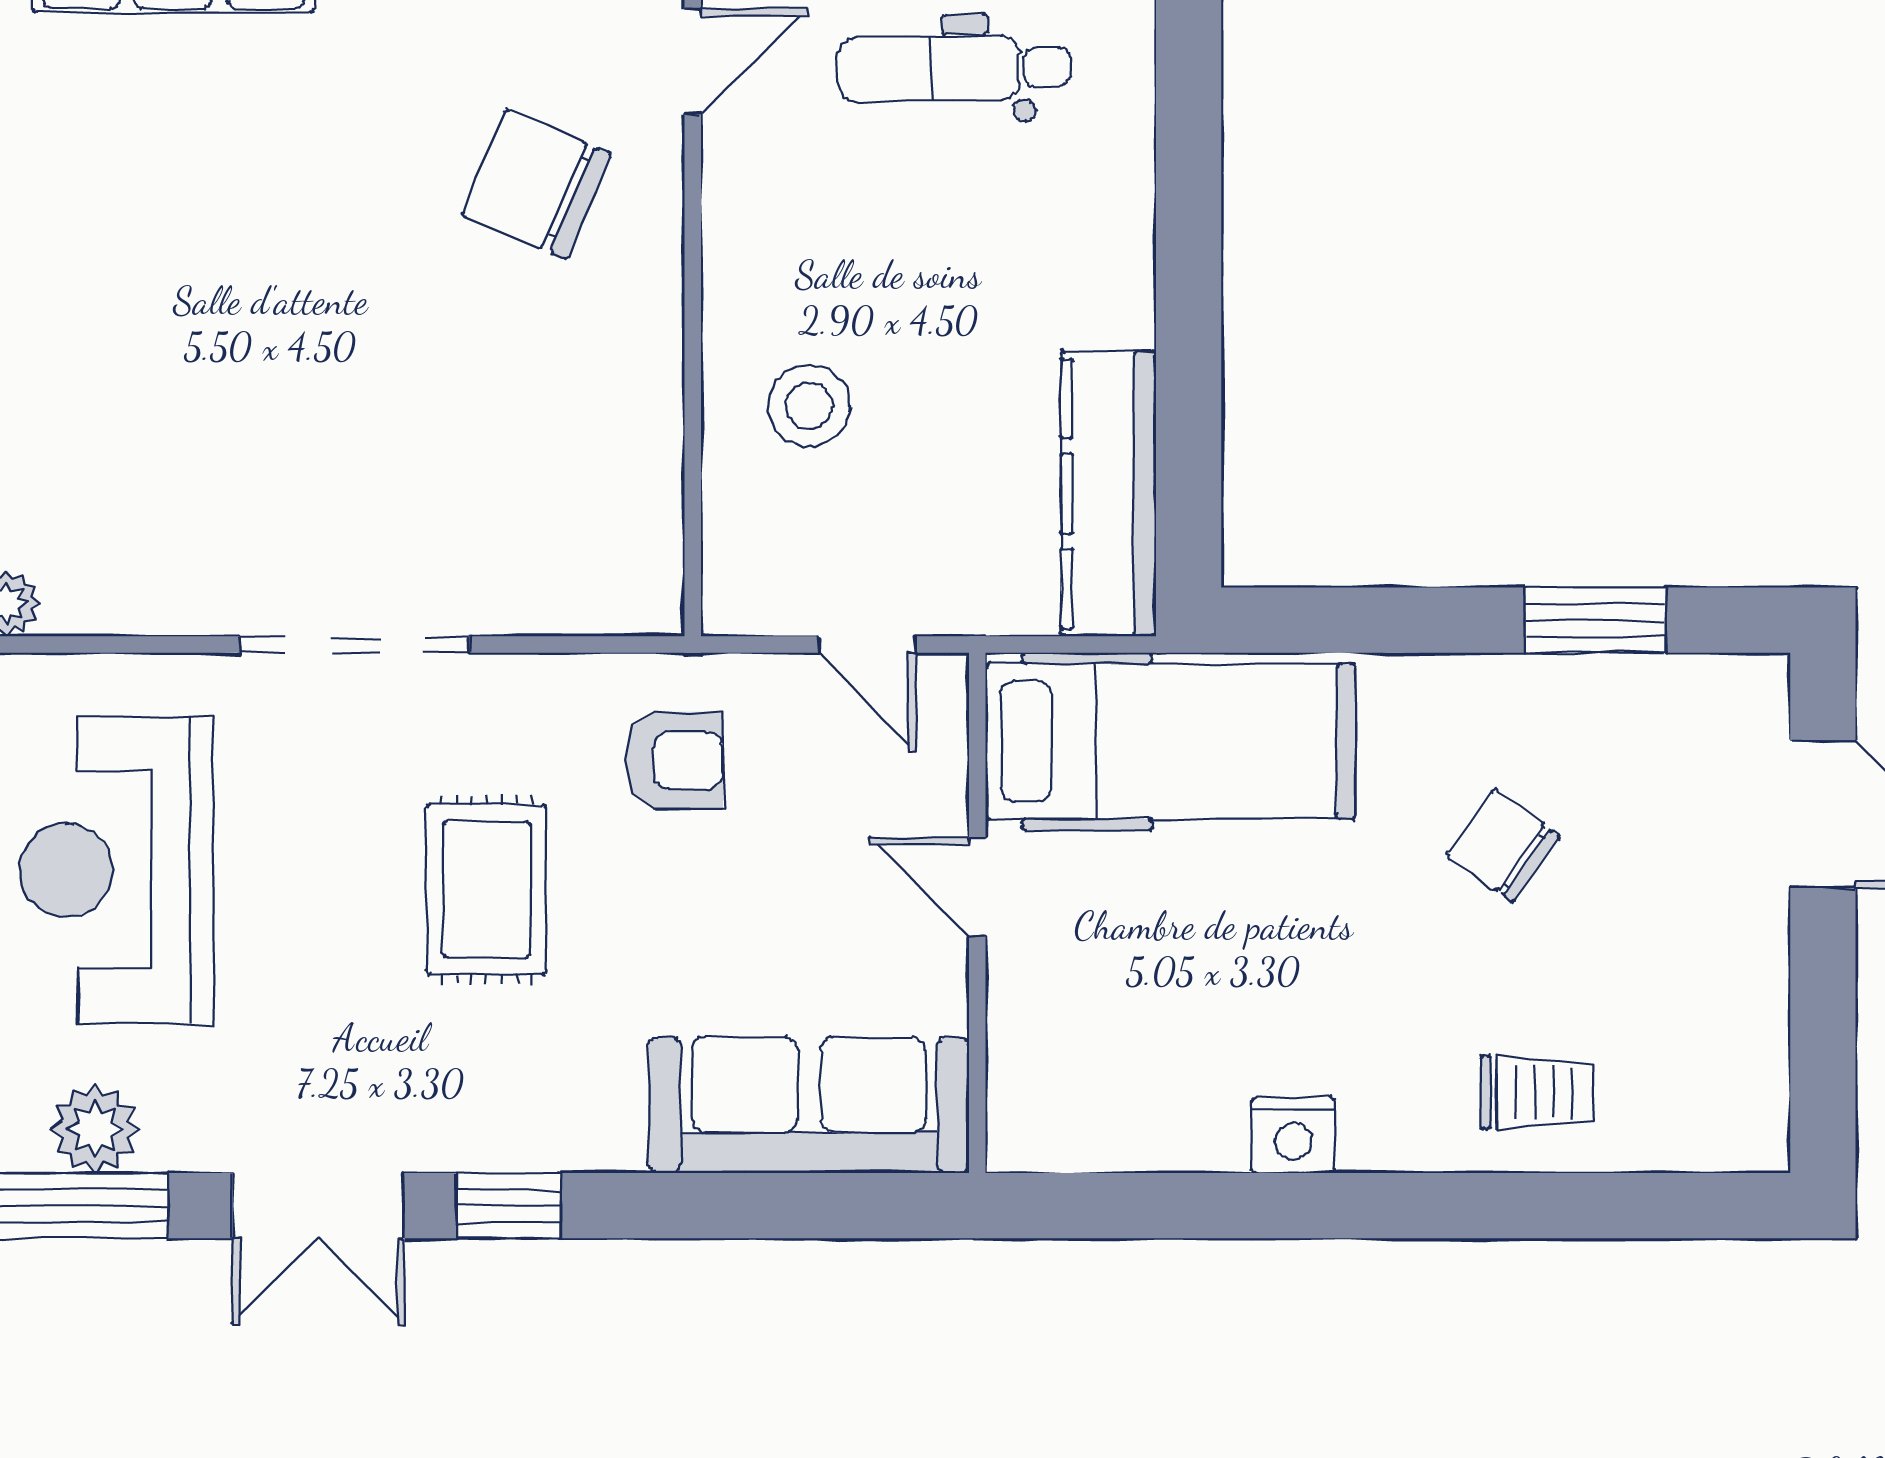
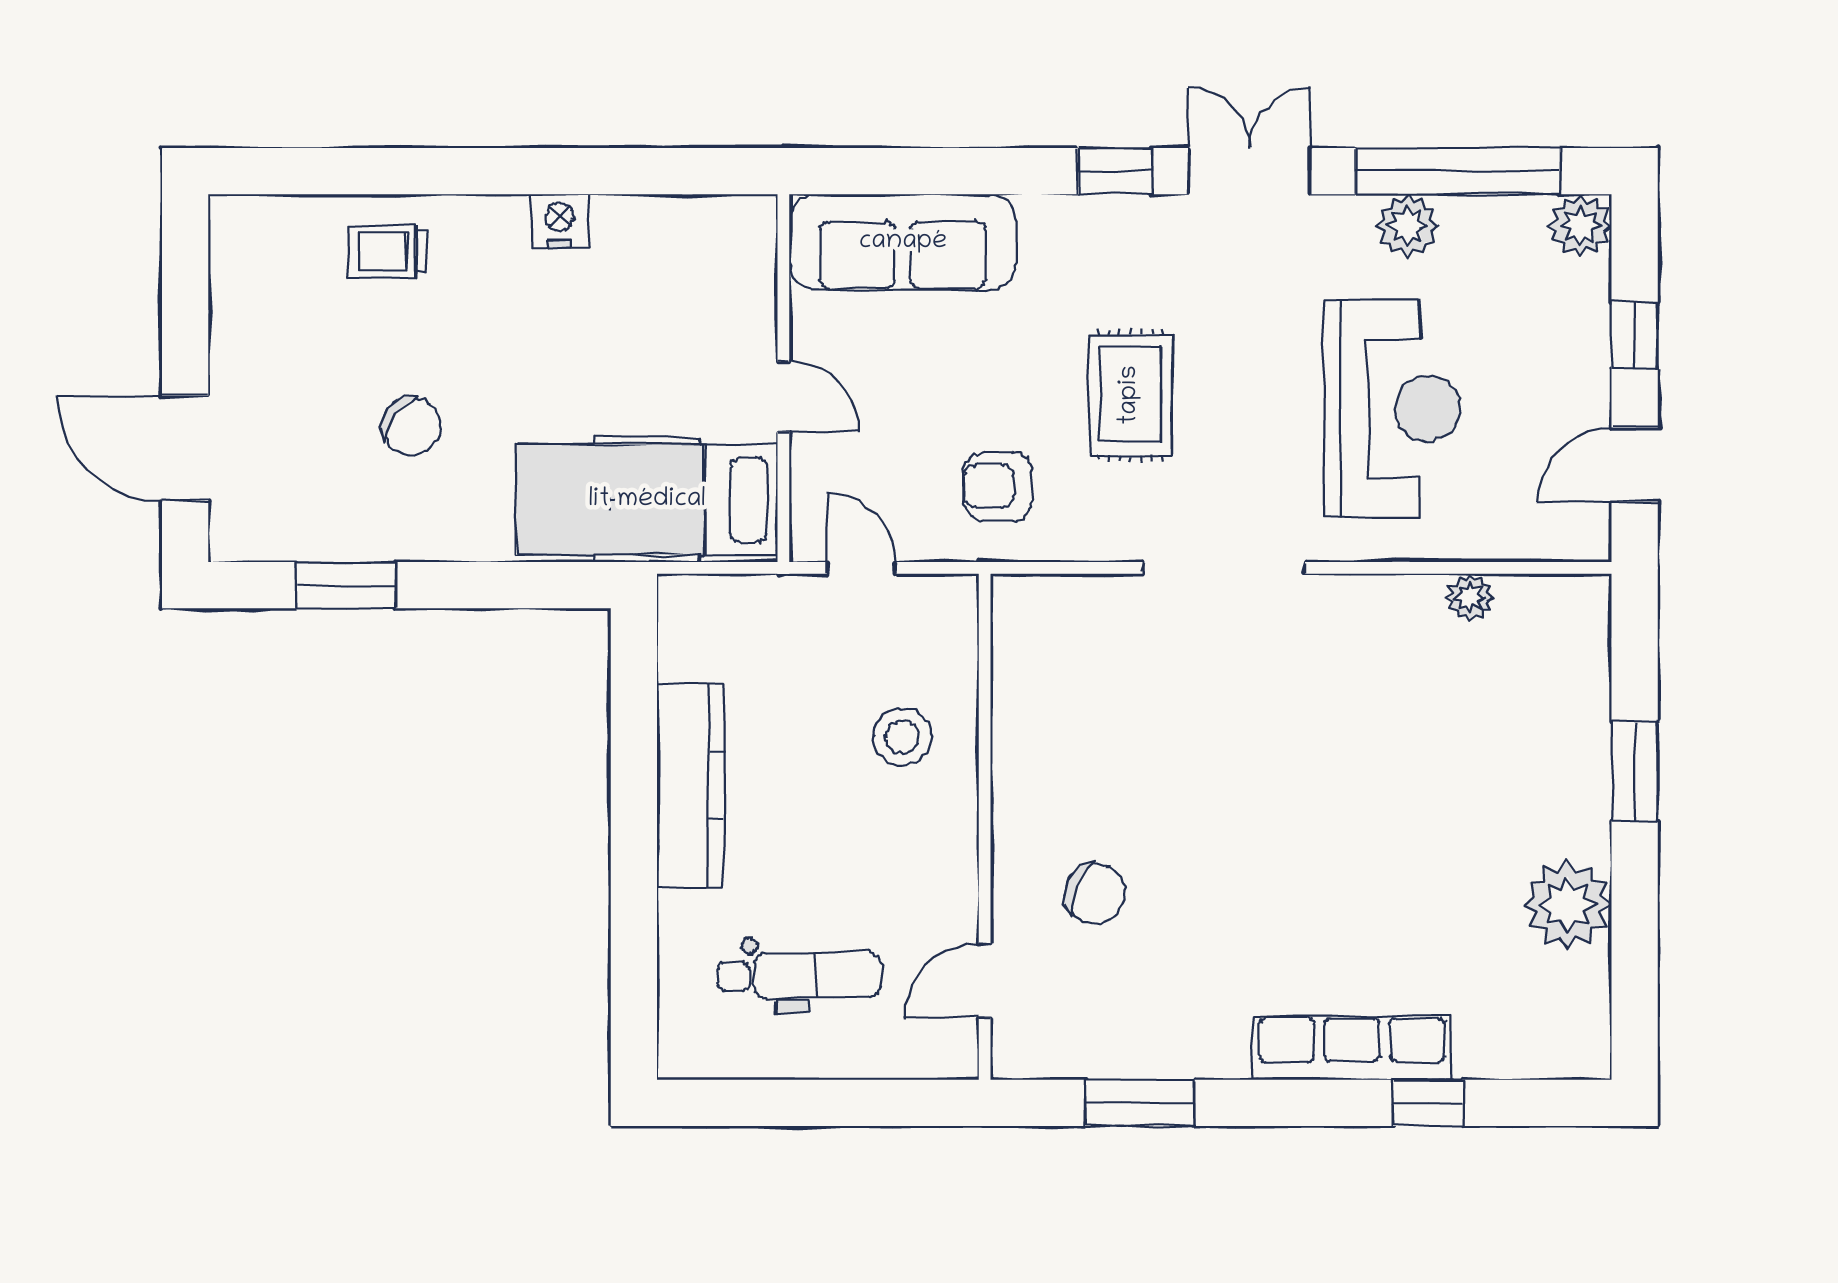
chair: (537, 184) -> (1095, 894), width x0.73, depth x0.73
kitchen counter: (1109, 494) -> (690, 786), moved

